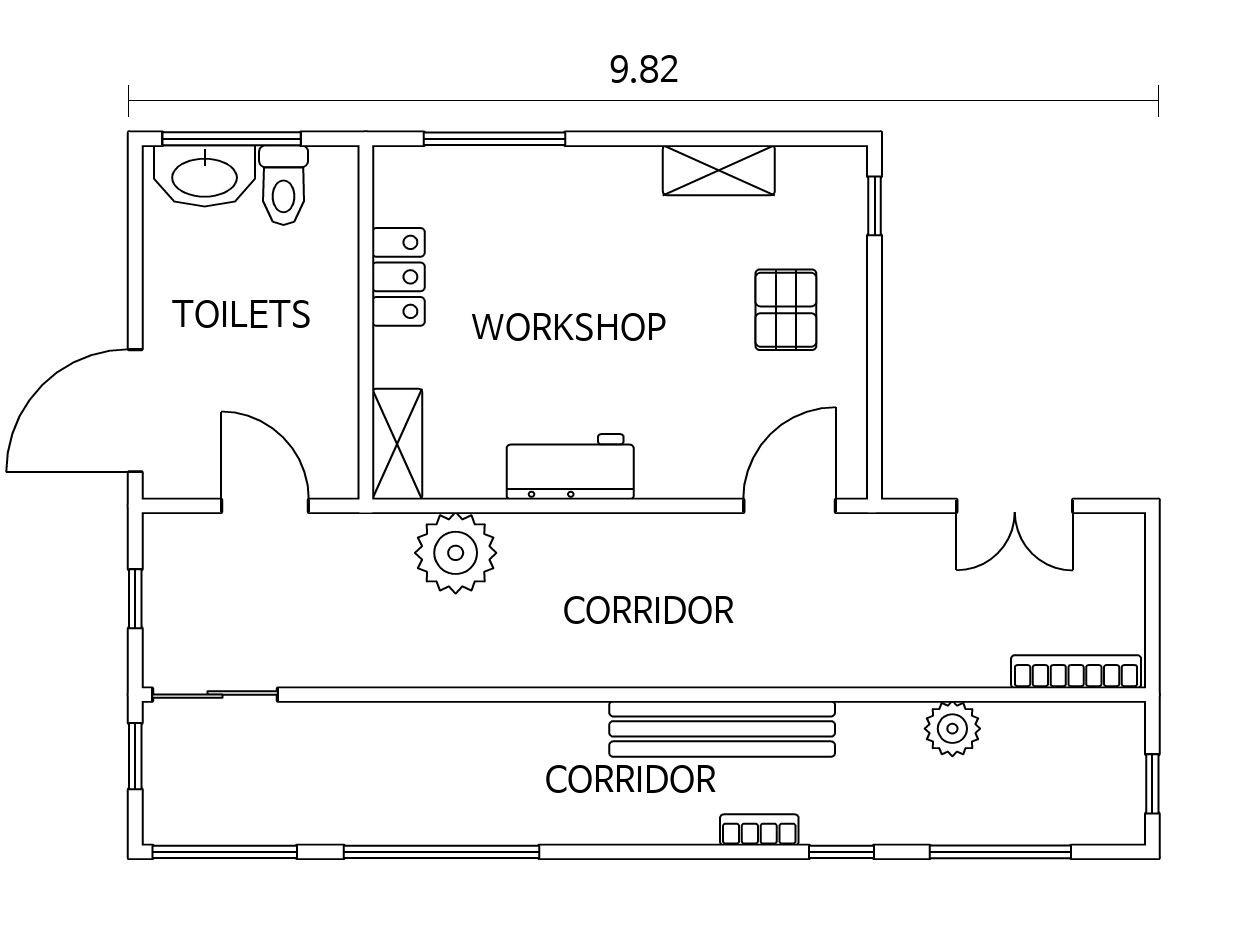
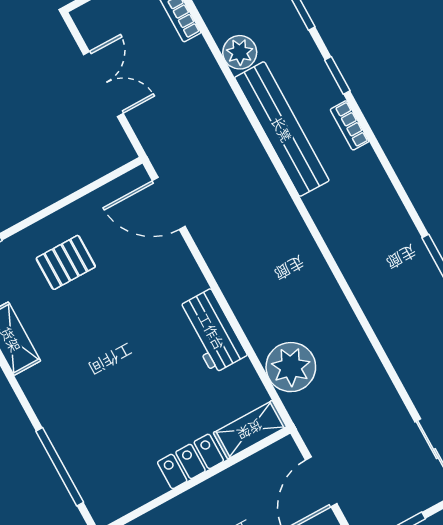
locker: (398, 277) -> (190, 461), moved
bench: (722, 729) -> (282, 129), moved

